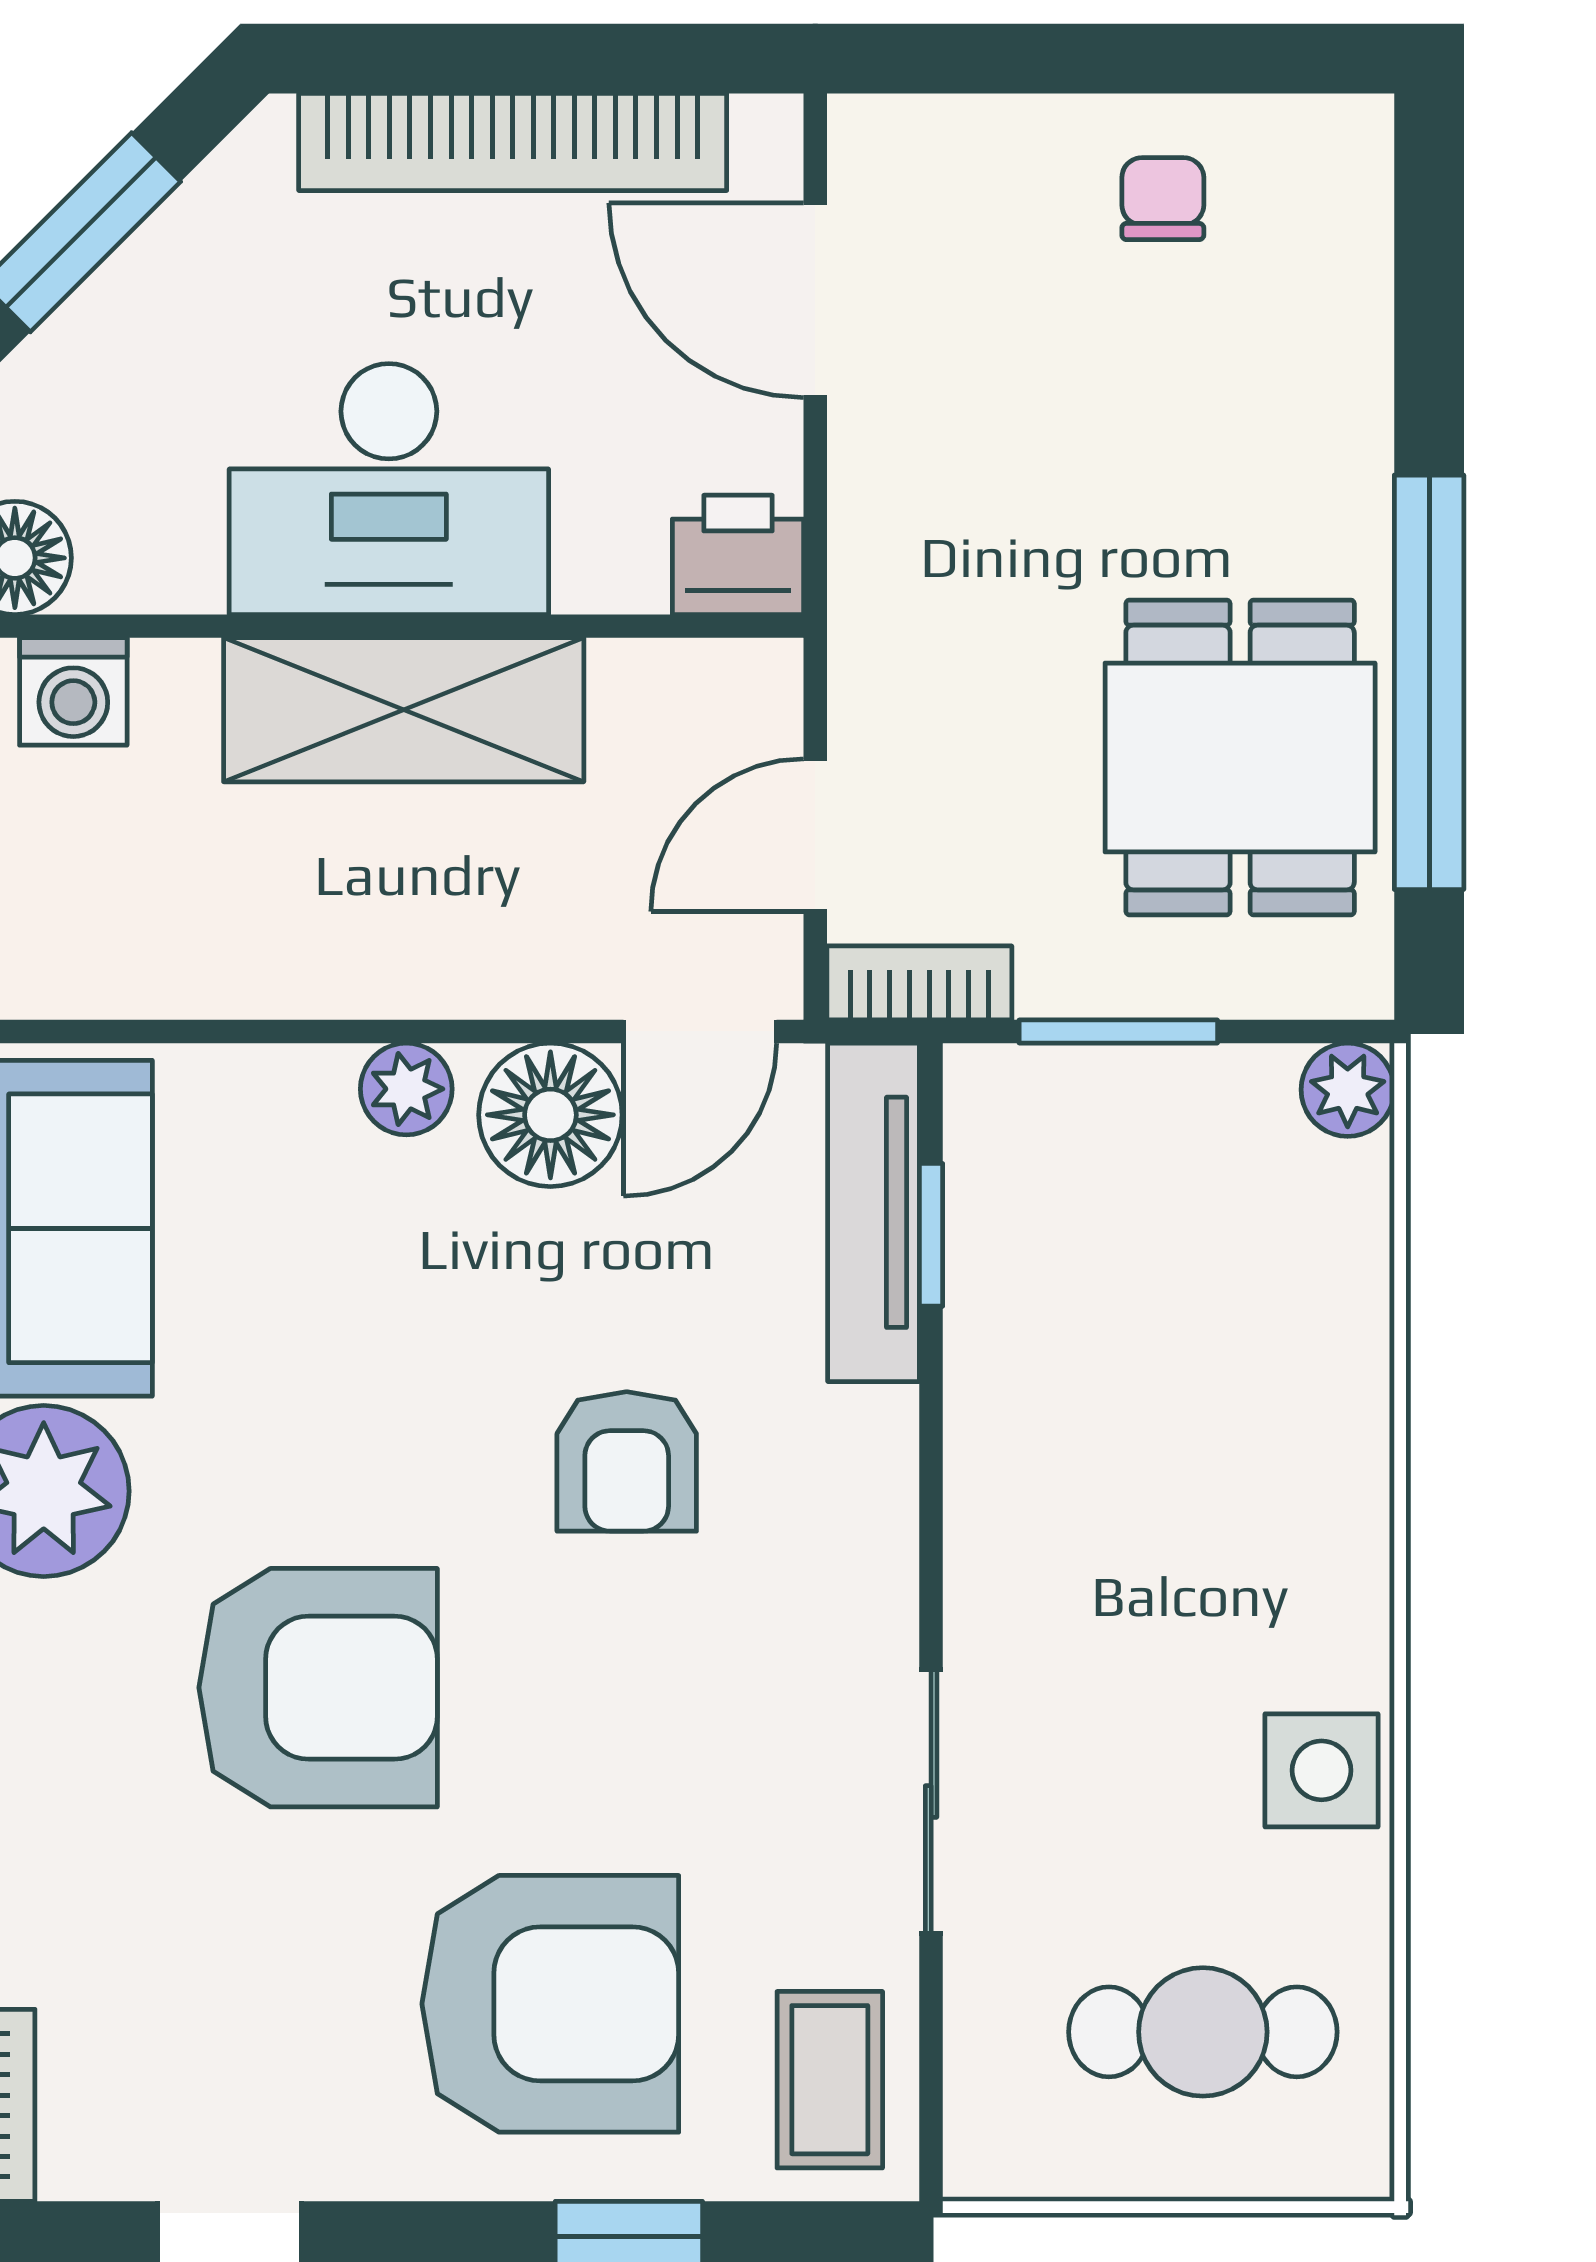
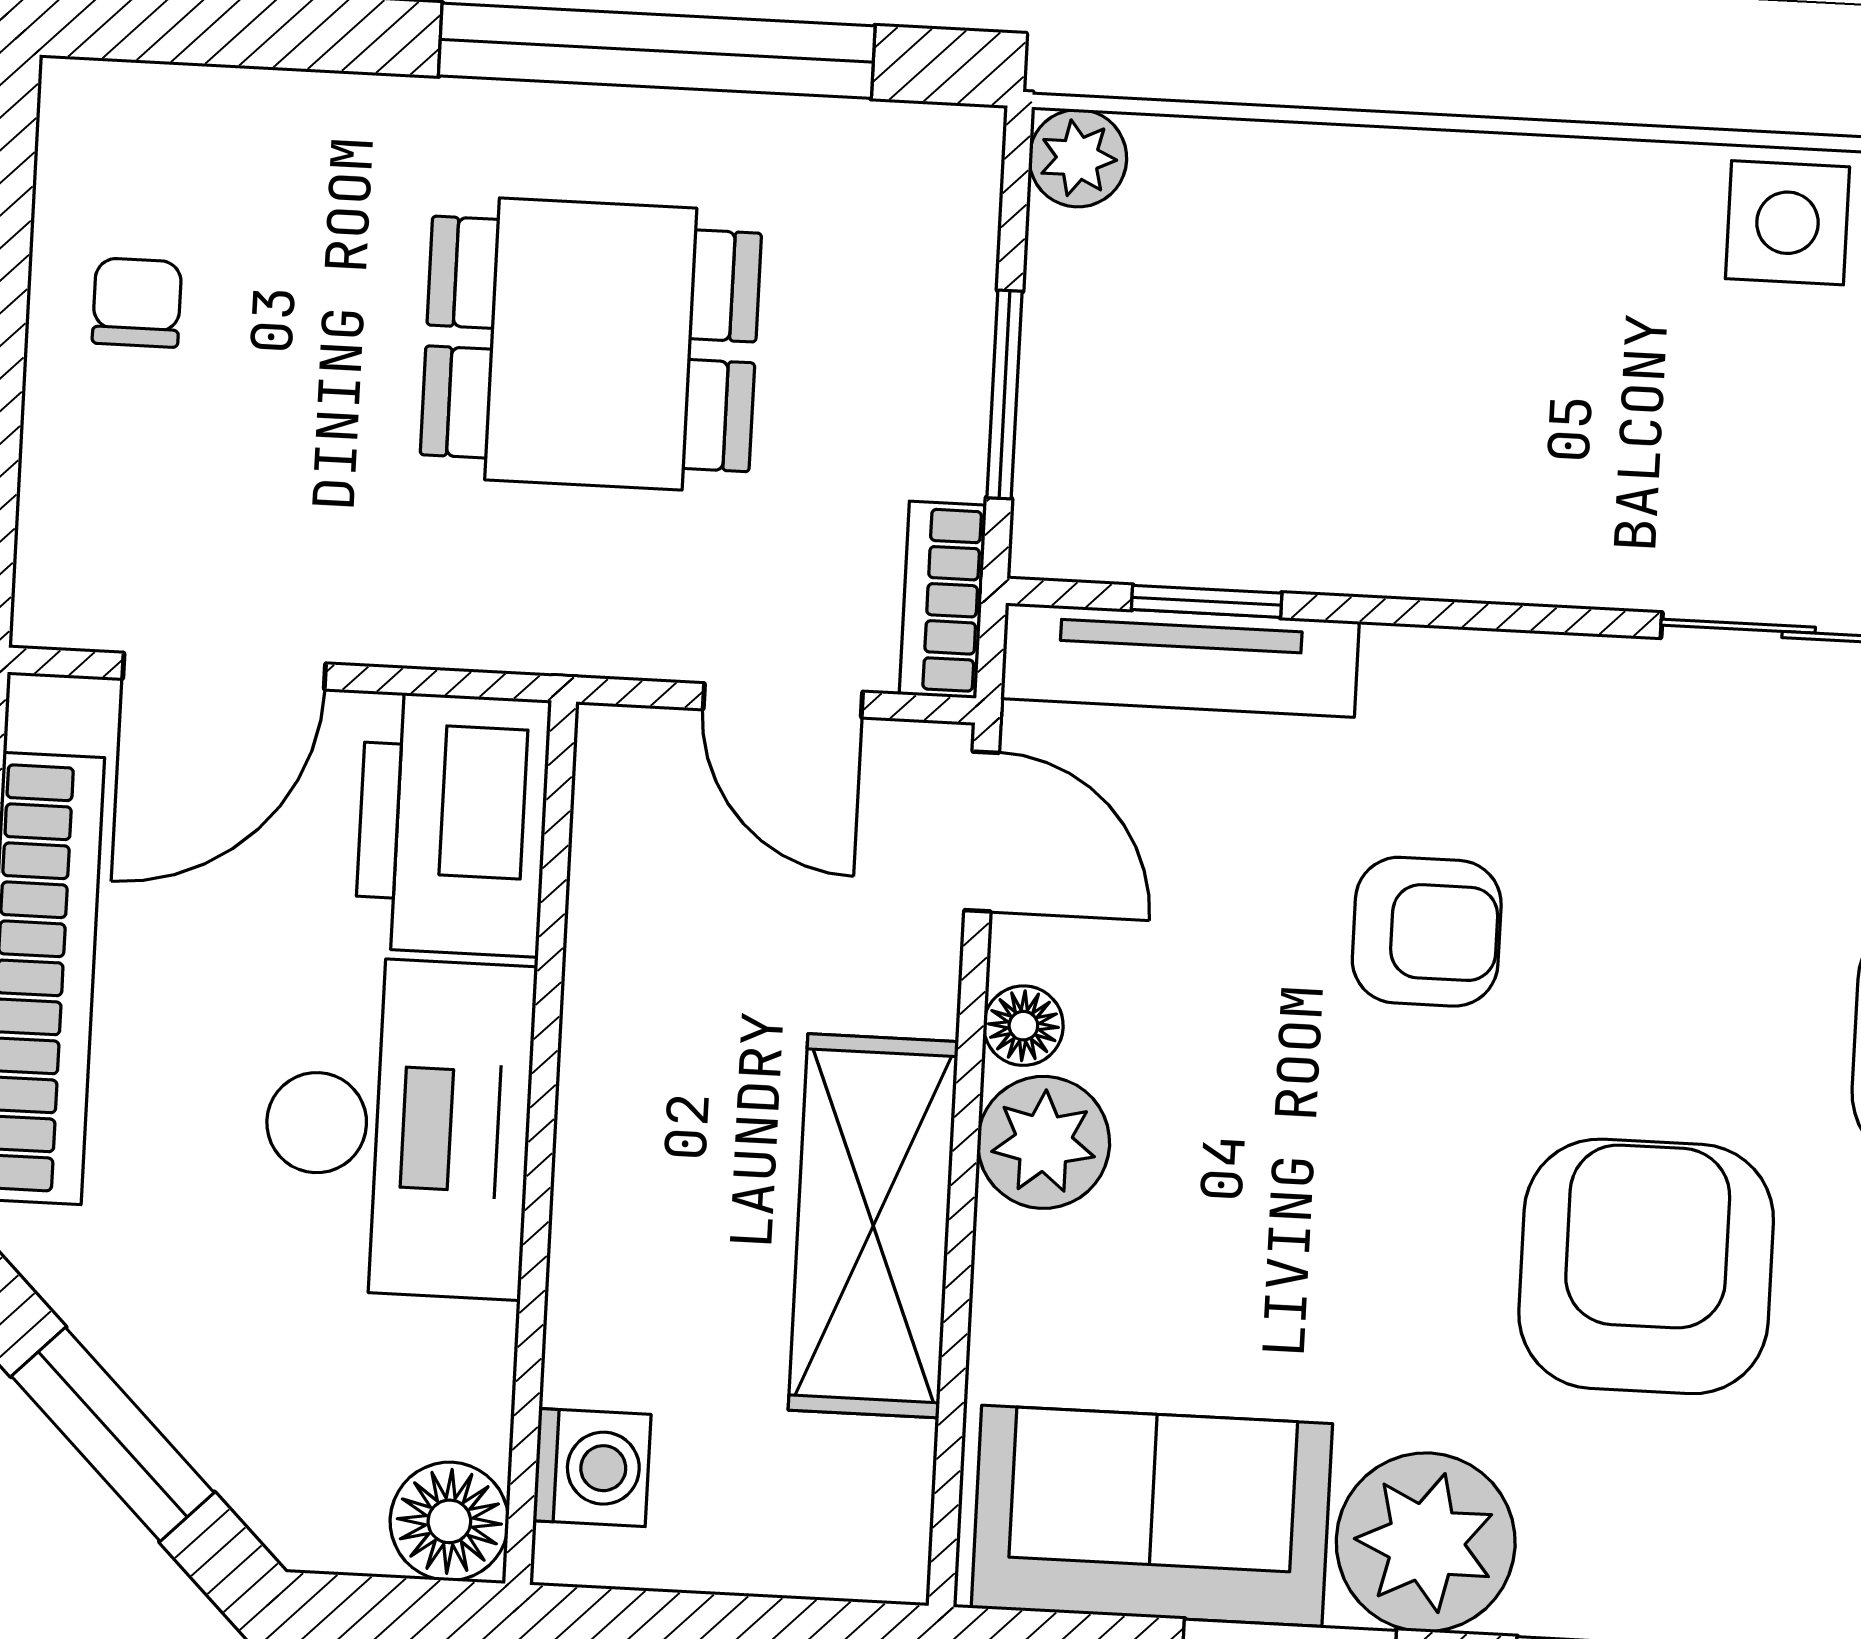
chair: (1163, 199) -> (137, 302), turned 90
printer: (738, 555) -> (453, 824), width x1.87, depth x1.48
shelving: (404, 710) -> (873, 1226), moved
dining table: (1240, 757) -> (591, 344), moved
plant: (406, 1089) -> (1044, 1142), width x1.38, depth x1.38
floor lamp: (550, 1115) -> (1023, 1026), width x0.53, depth x0.53

